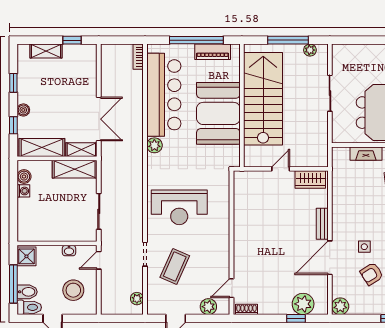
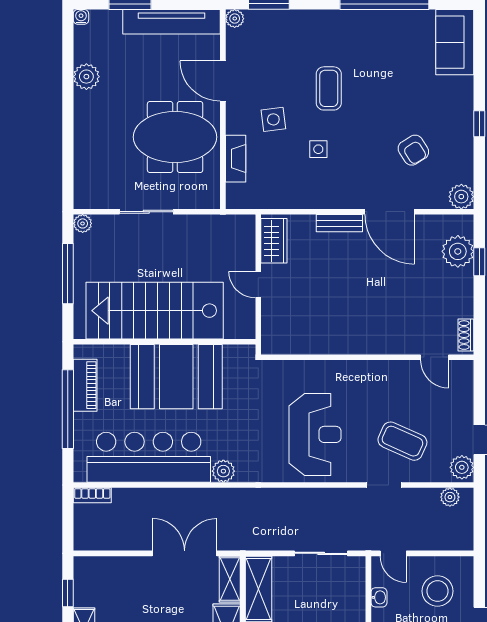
plant: (310, 50) -> (83, 223), moved
side table: (364, 247) -> (318, 149), moved
plant: (208, 307) -> (462, 467), moved

